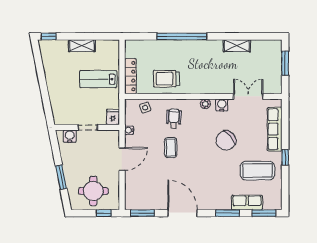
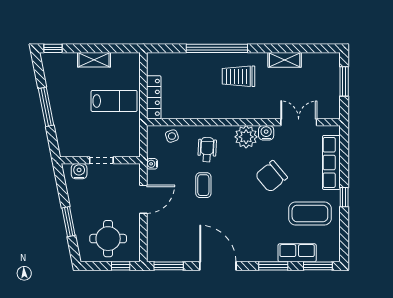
lab bench: (98, 79) -> (114, 101), turned 180
trolley: (166, 79) -> (238, 76), moved
window: (43, 84) -> (46, 107), added
plant: (205, 104) -> (246, 137), width x1.87, depth x1.87
fridge: (113, 117) -> (132, 148), removed

